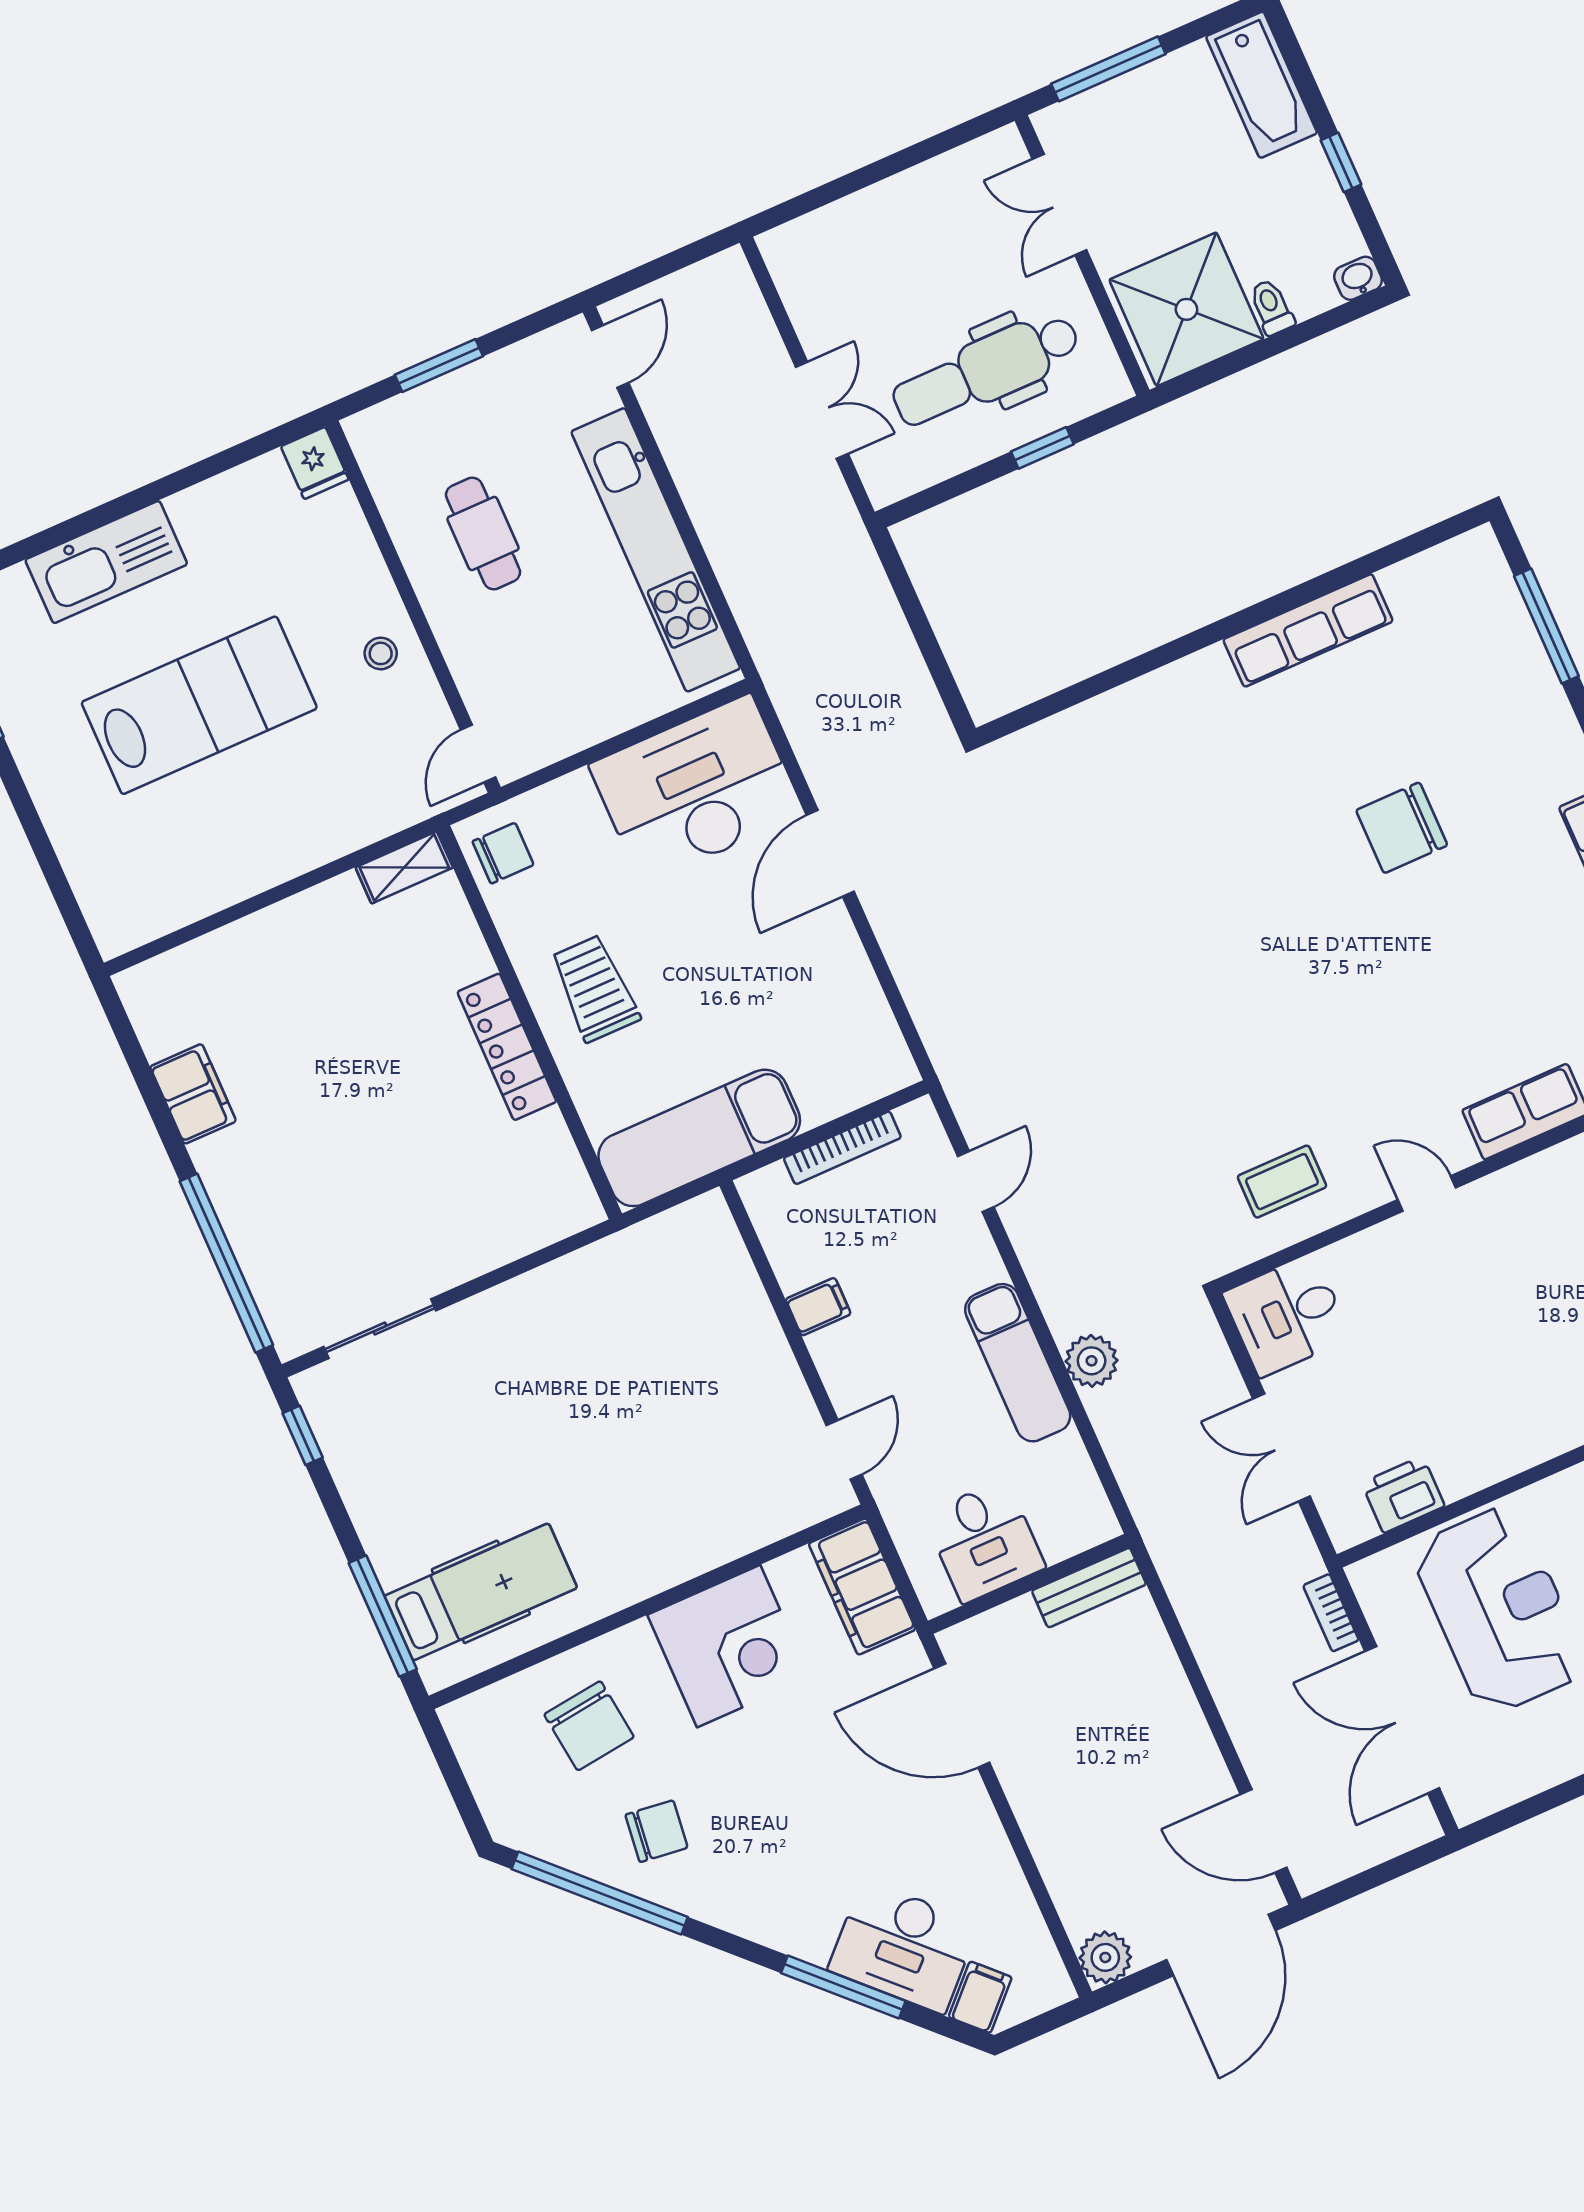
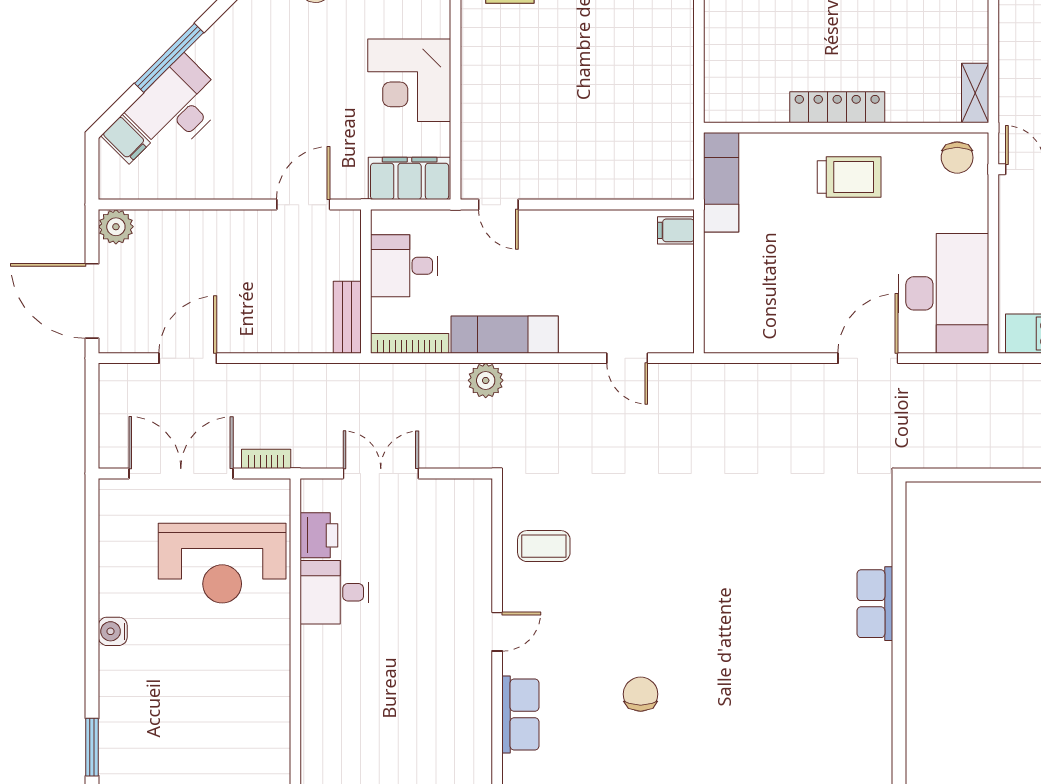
row of seats: (1308, 630) -> (875, 604), moved, width x0.68
chair: (1402, 828) -> (641, 694), moved, width x0.73, depth x0.73
door: (830, 853) -> (868, 358), hinge flipped
exam couch: (699, 1138) -> (721, 182), width x0.73, depth x0.69
bookcase: (842, 1148) -> (410, 343), moved, turned 90
coffee table: (1282, 1182) -> (544, 546), turned 90
filing cabinet: (818, 1307) -> (676, 230), moved, turned 90
desk: (1287, 1315) -> (335, 592), moved, turned -90
door: (962, 1716) -> (303, 205), width x0.73
door: (1264, 1831) -> (188, 358), moved

